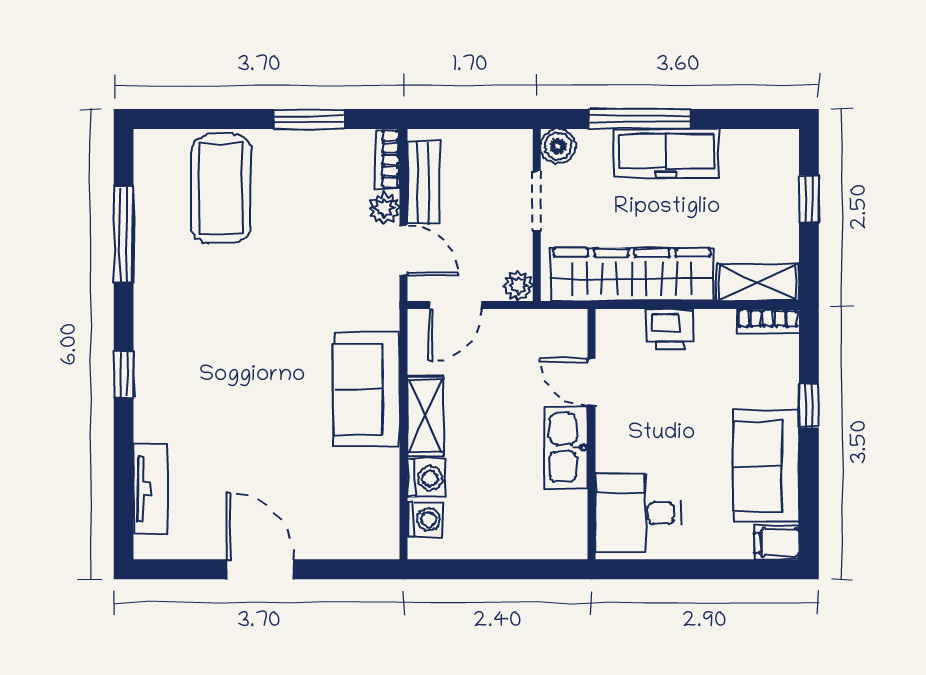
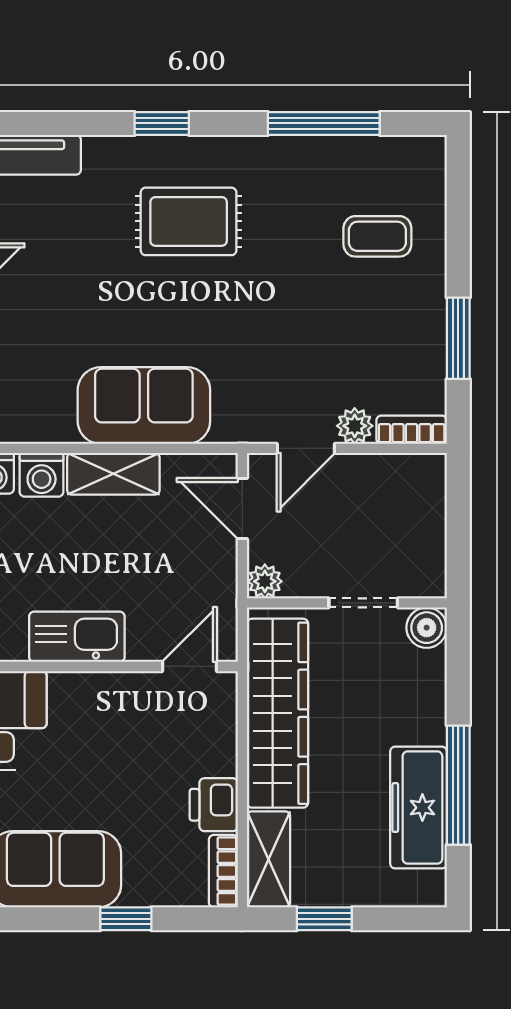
window: (640, 119) -> (458, 785), moved
freezer: (666, 153) -> (419, 808), moved
bench: (423, 183) -> (384, 471), removed
coffee table: (221, 189) -> (377, 236), width x0.54, depth x0.58
window: (809, 199) -> (324, 919), moved
printer: (670, 330) -> (214, 805), moved
rug: (208, 351) -> (189, 221), added
door: (592, 382) -> (189, 666), moved

